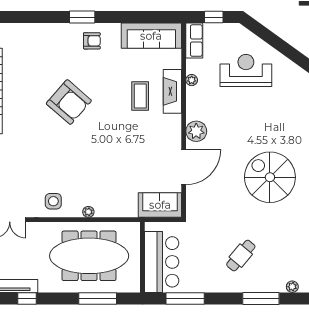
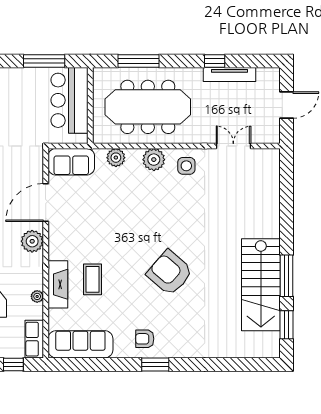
plant: (119, 209) -> (116, 158), added
plant: (88, 212) -> (154, 160), width x1.88, depth x1.88

